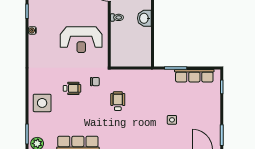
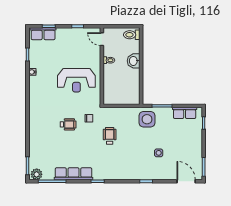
row of seats: (194, 76) -> (185, 113), width x0.68
side table: (42, 103) -> (147, 119), moved

